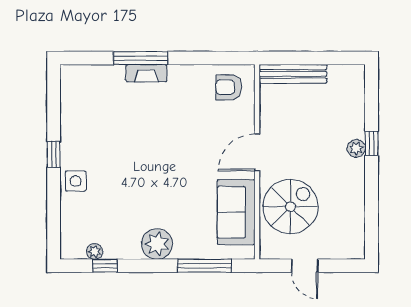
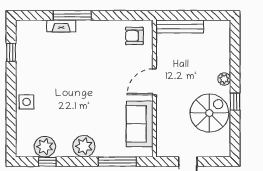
fireplace: (146, 73) -> (61, 26), moved
window: (371, 143) -> (235, 101), moved
window: (54, 154) -> (11, 52), moved
spiral stairs: (290, 207) -> (209, 113), moved
plant: (95, 251) -> (45, 147), width x1.88, depth x1.88

